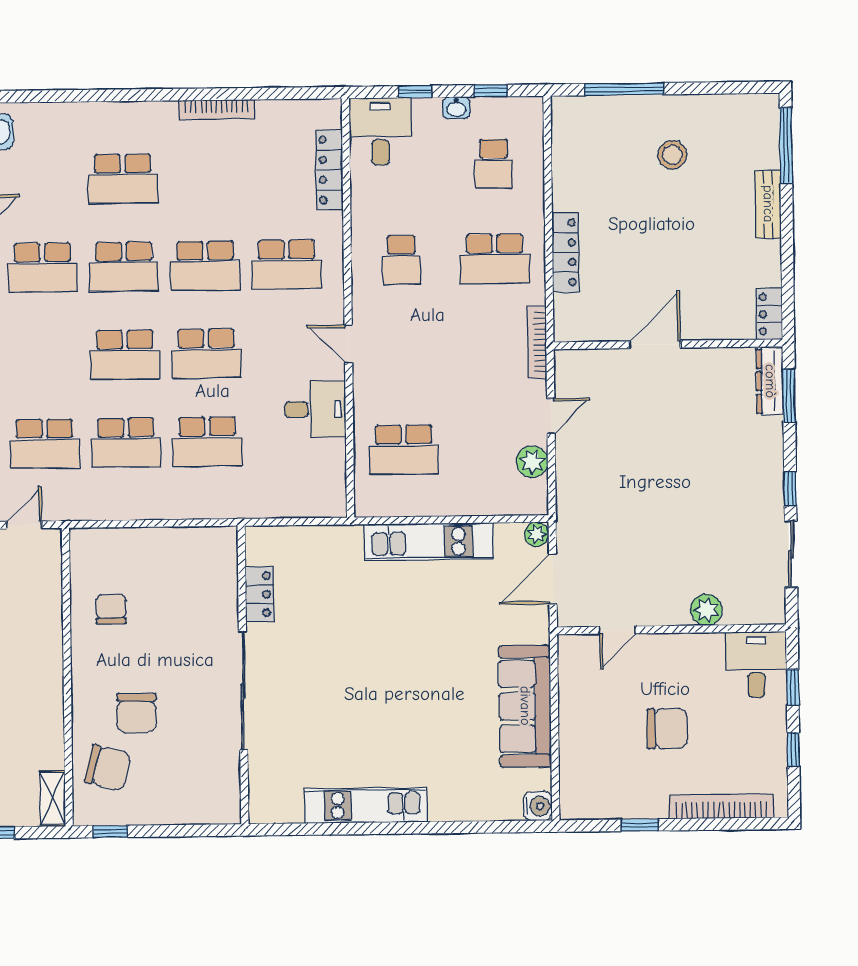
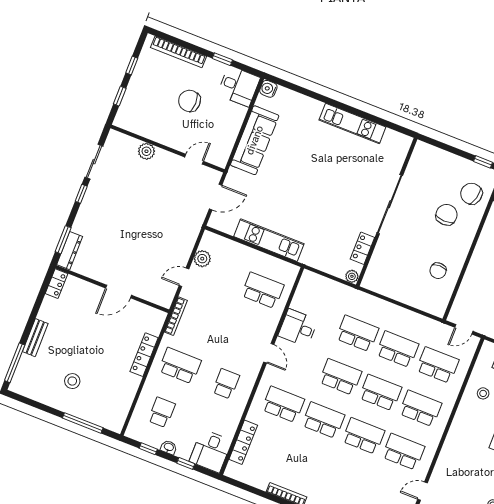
school desk: (123, 179) -> (420, 408), moved
plant: (537, 534) -> (352, 276), moved
desk: (756, 665) -> (239, 86), moved, turned -90

